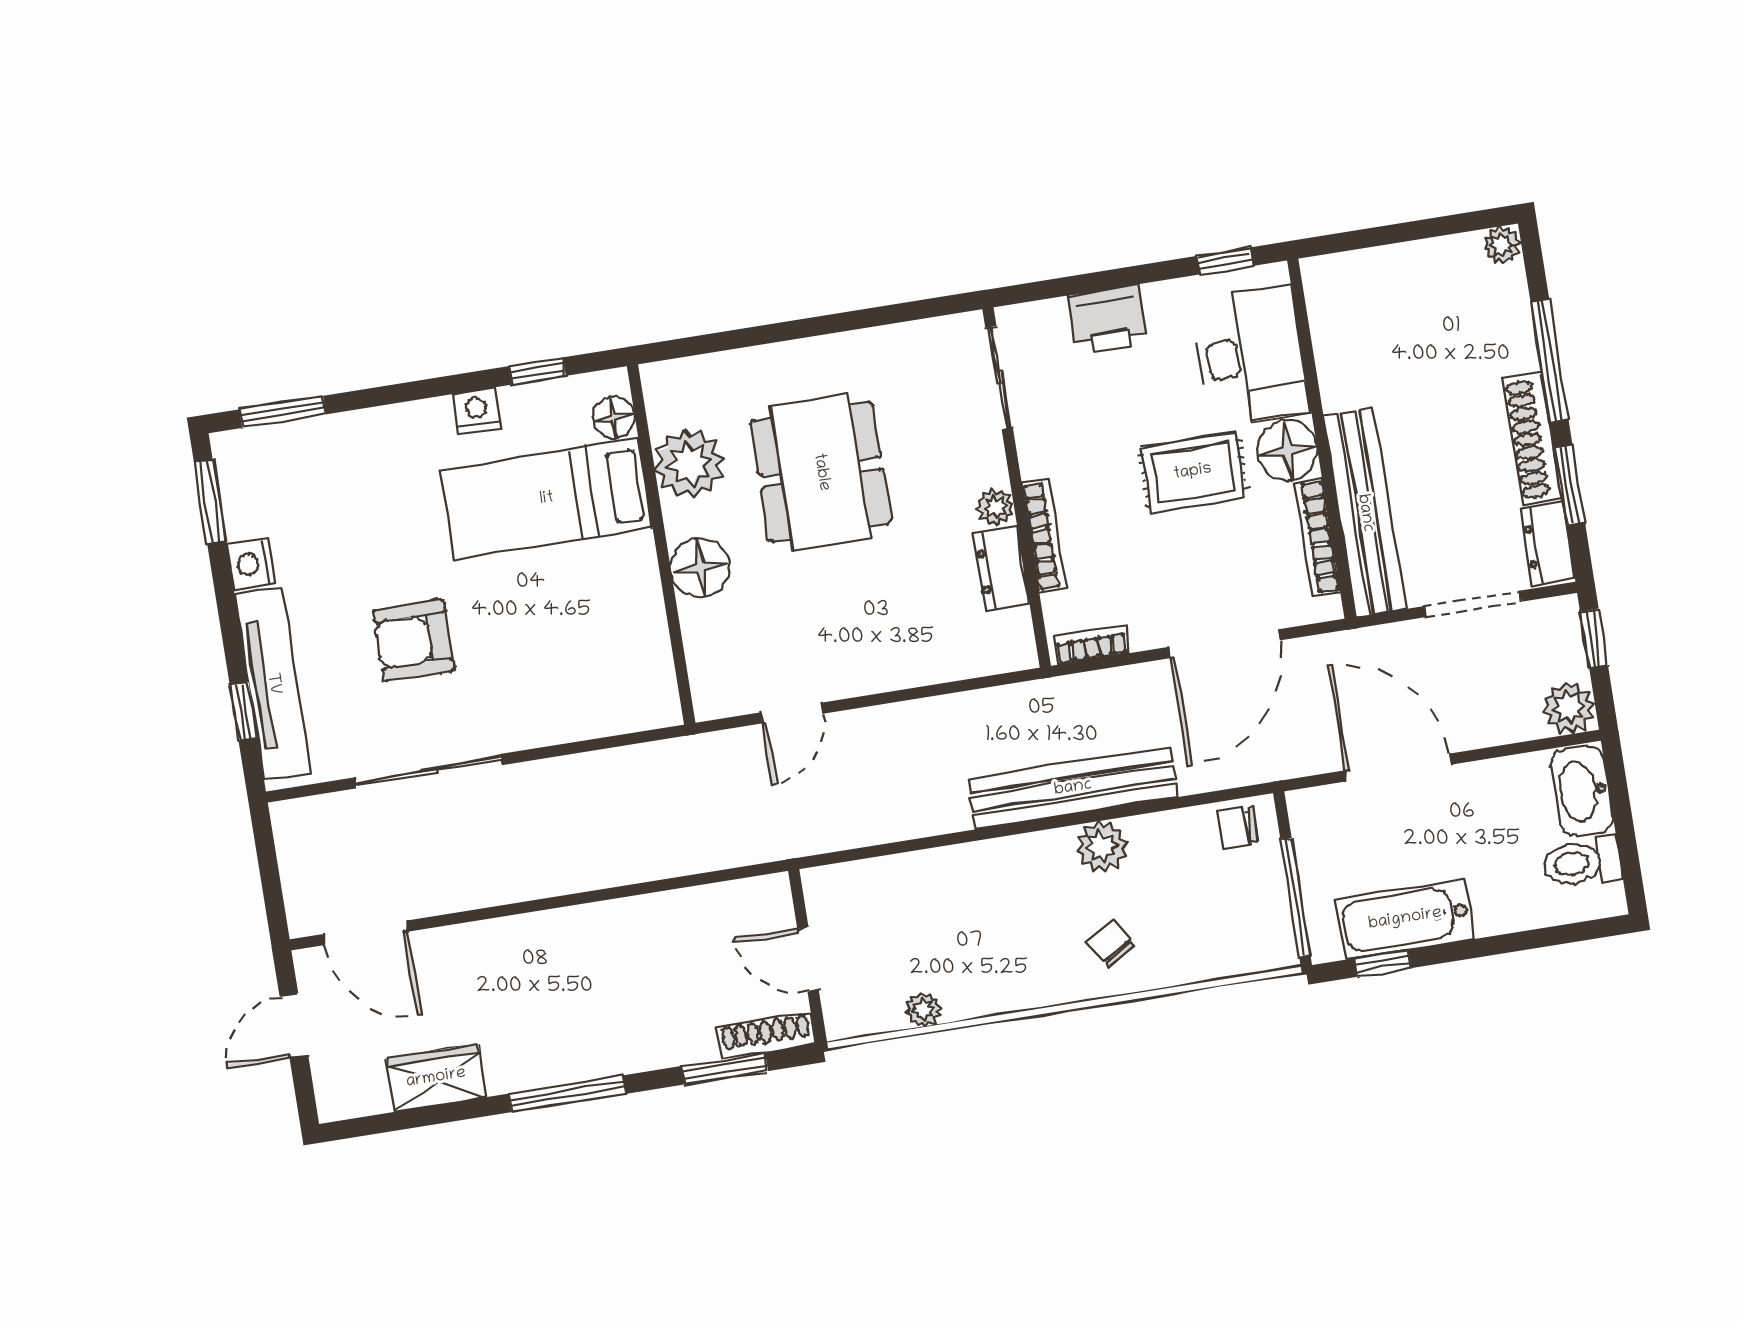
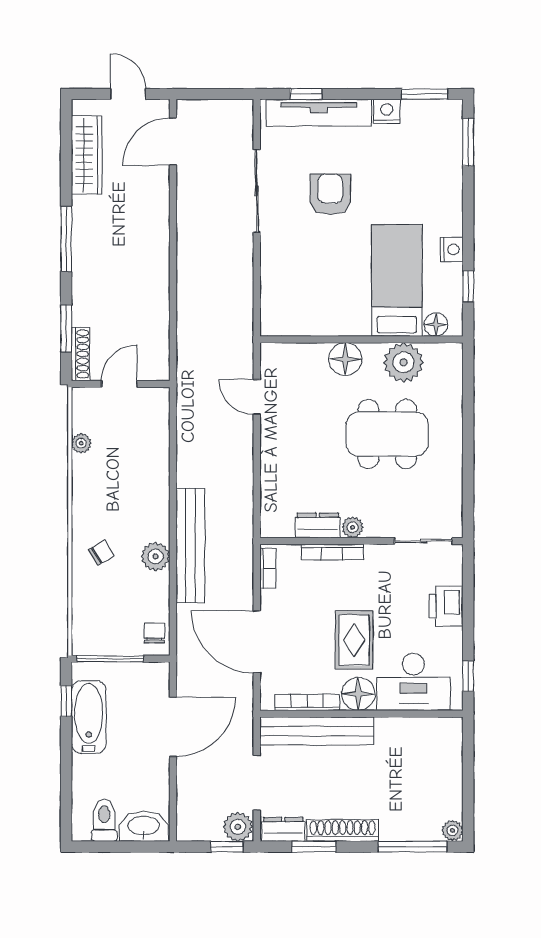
window: (1550, 361) -> (413, 847), moved
plant: (1569, 708) -> (238, 827), moved
wardrobe: (436, 1078) -> (87, 155), width x1.50

